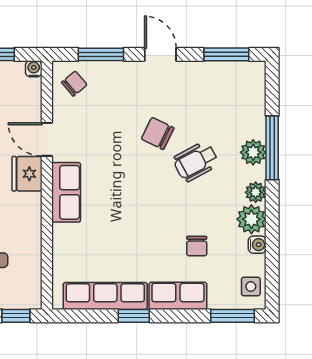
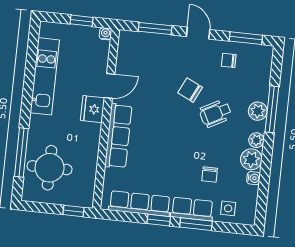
chair: (74, 84) -> (229, 60), moved, turned -140
door: (47, 139) -> (110, 86), swing flipped
row of seats: (66, 192) -> (118, 136), width x1.48
side table: (251, 286) -> (228, 208), moved
window: (232, 316) -> (196, 224), moved

